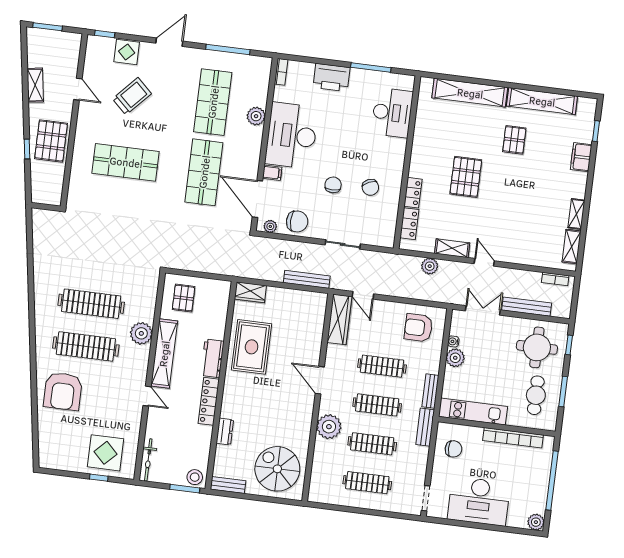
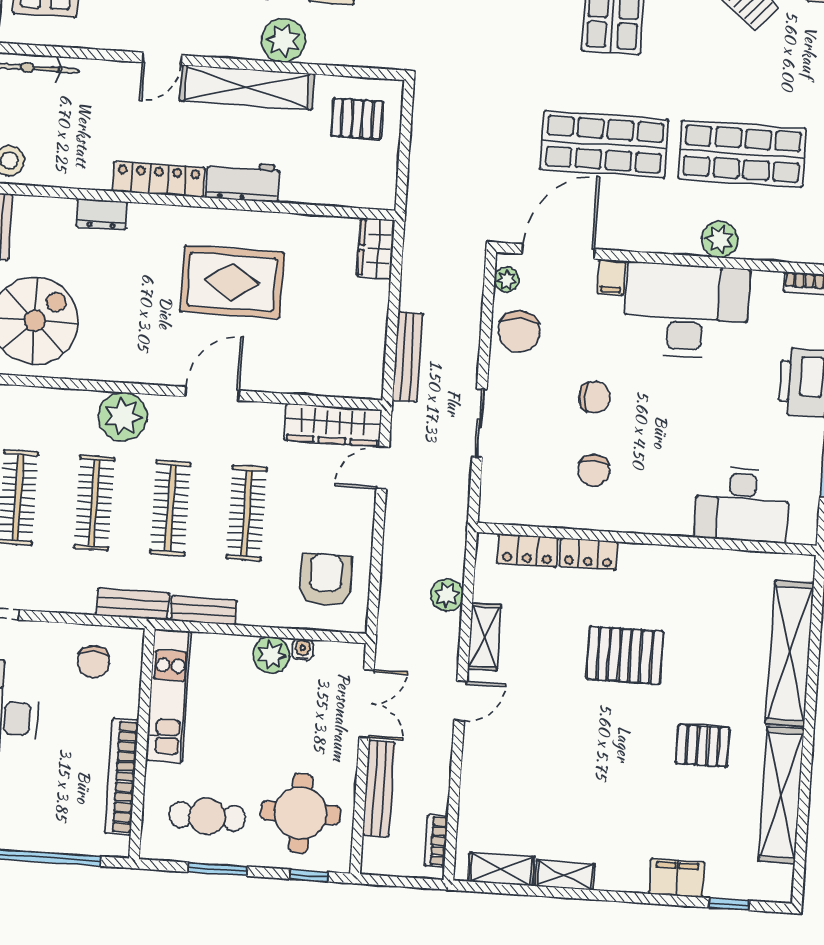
chair: (370, 187) -> (594, 471), turned -66
rug: (252, 347) -> (232, 282), moved

